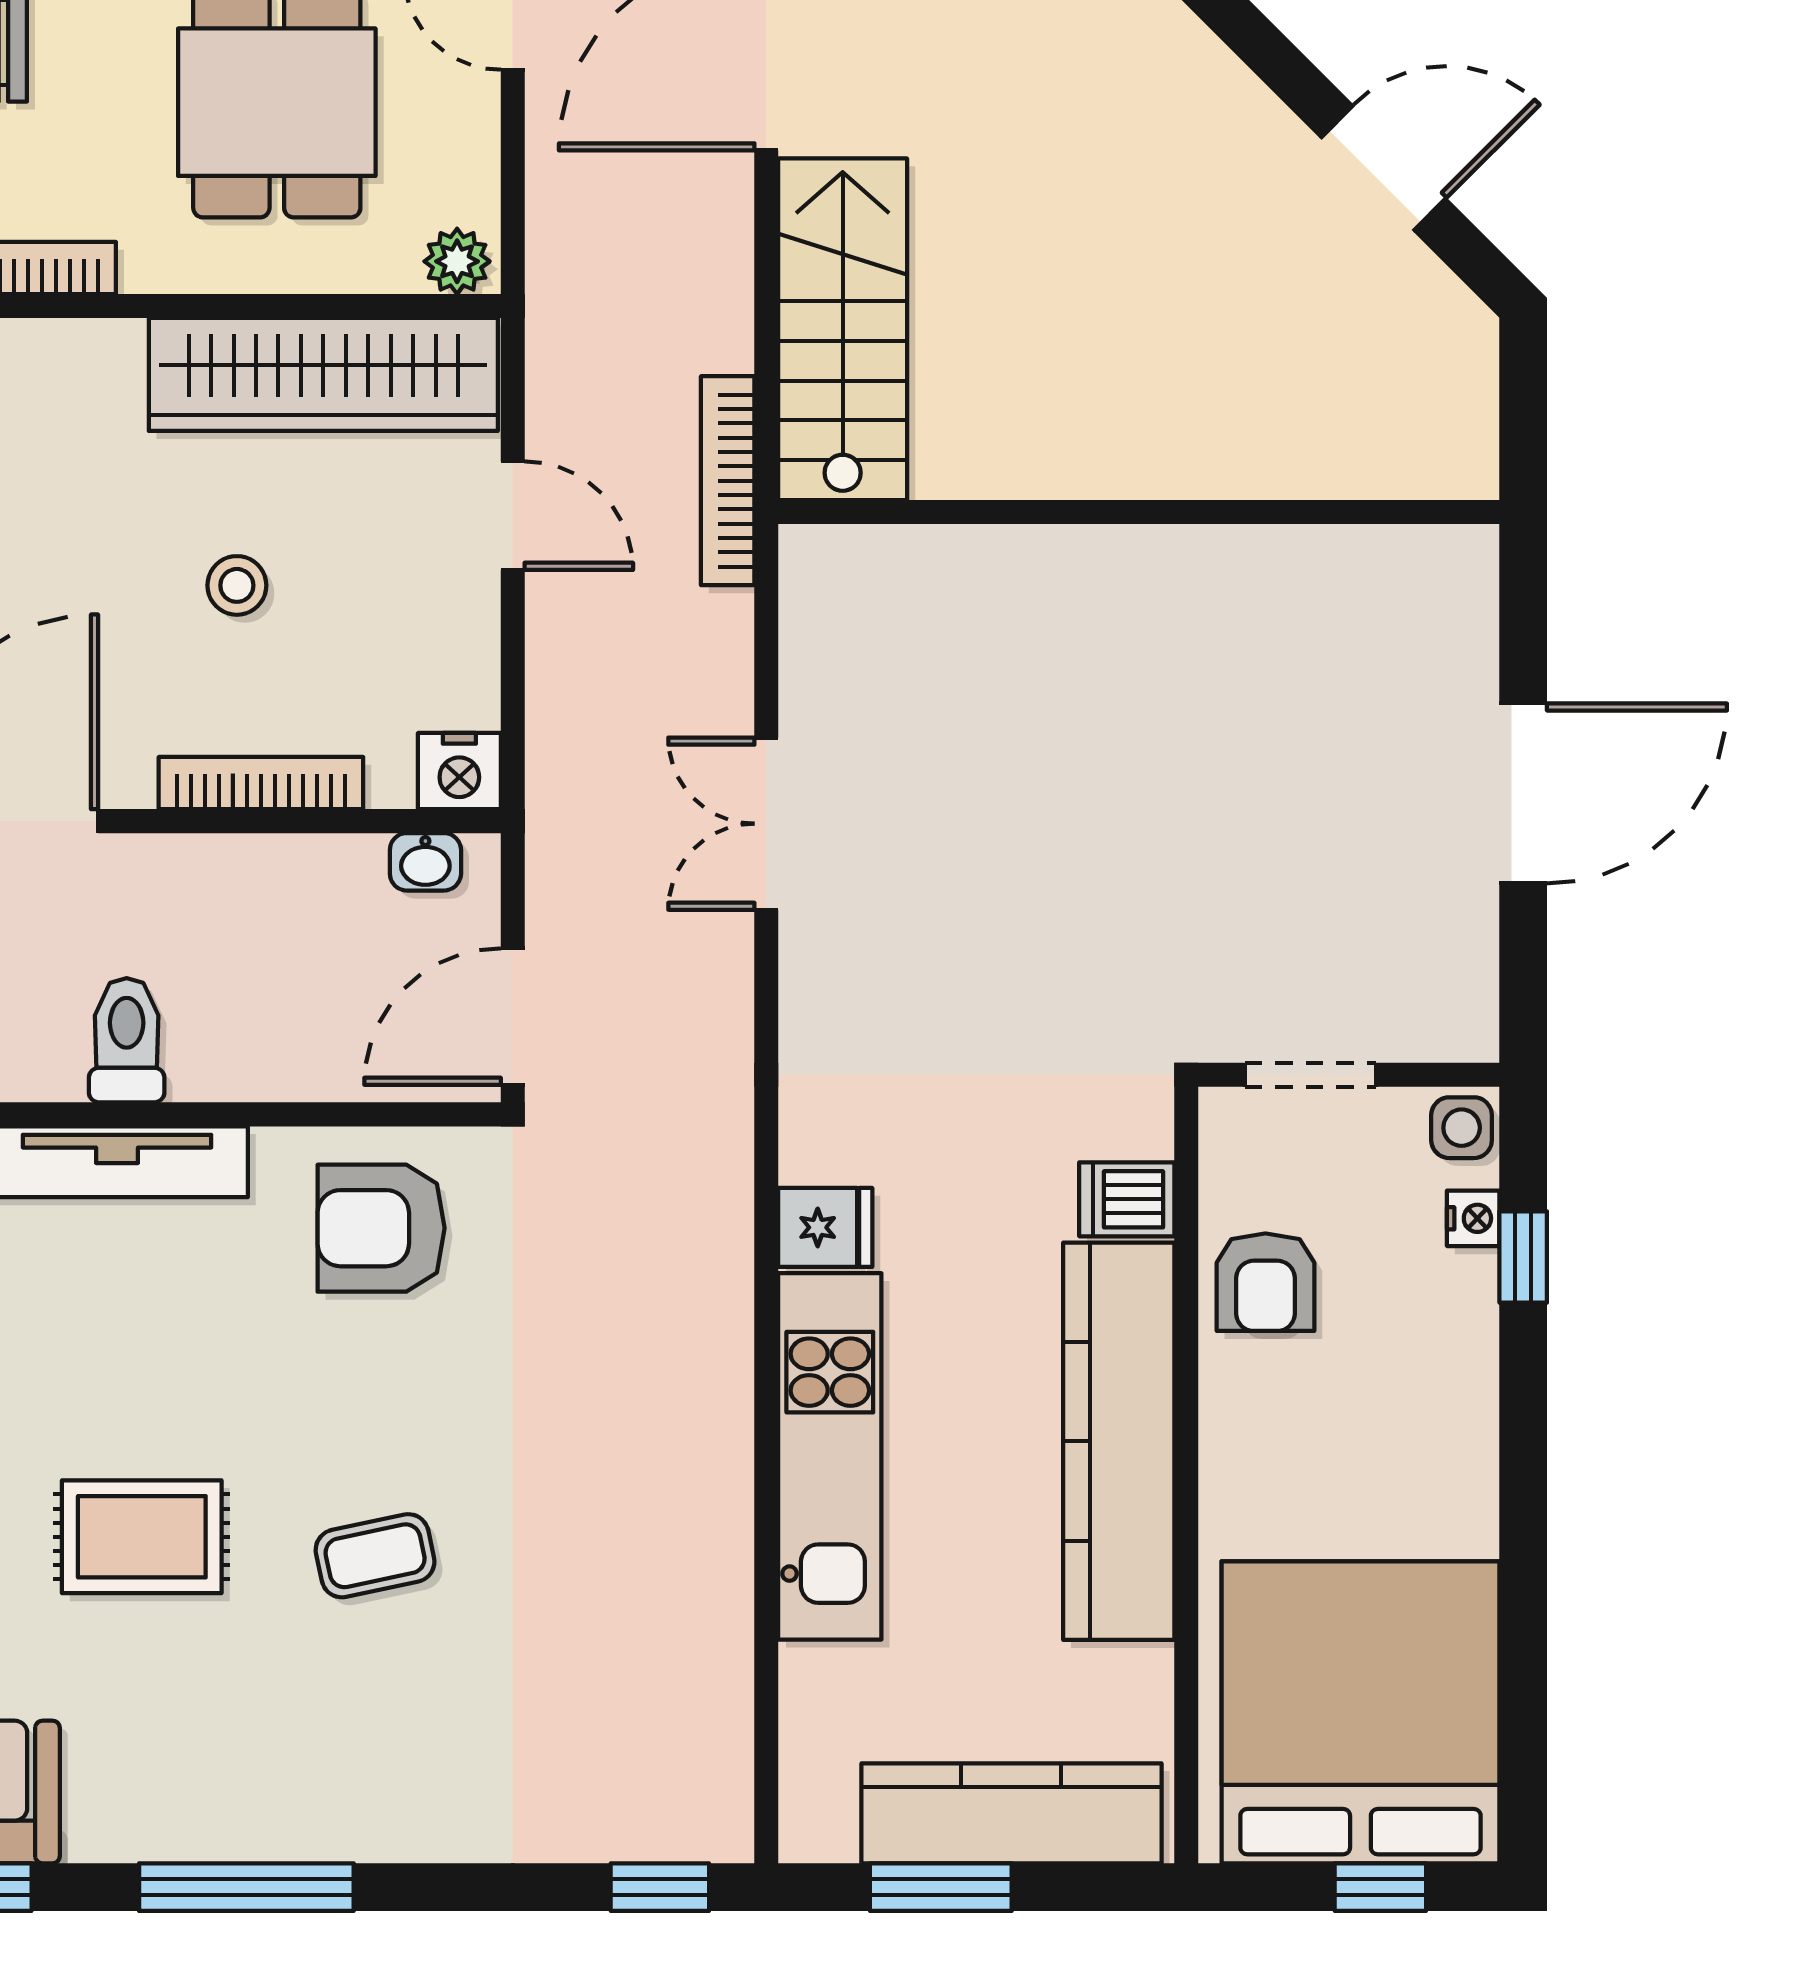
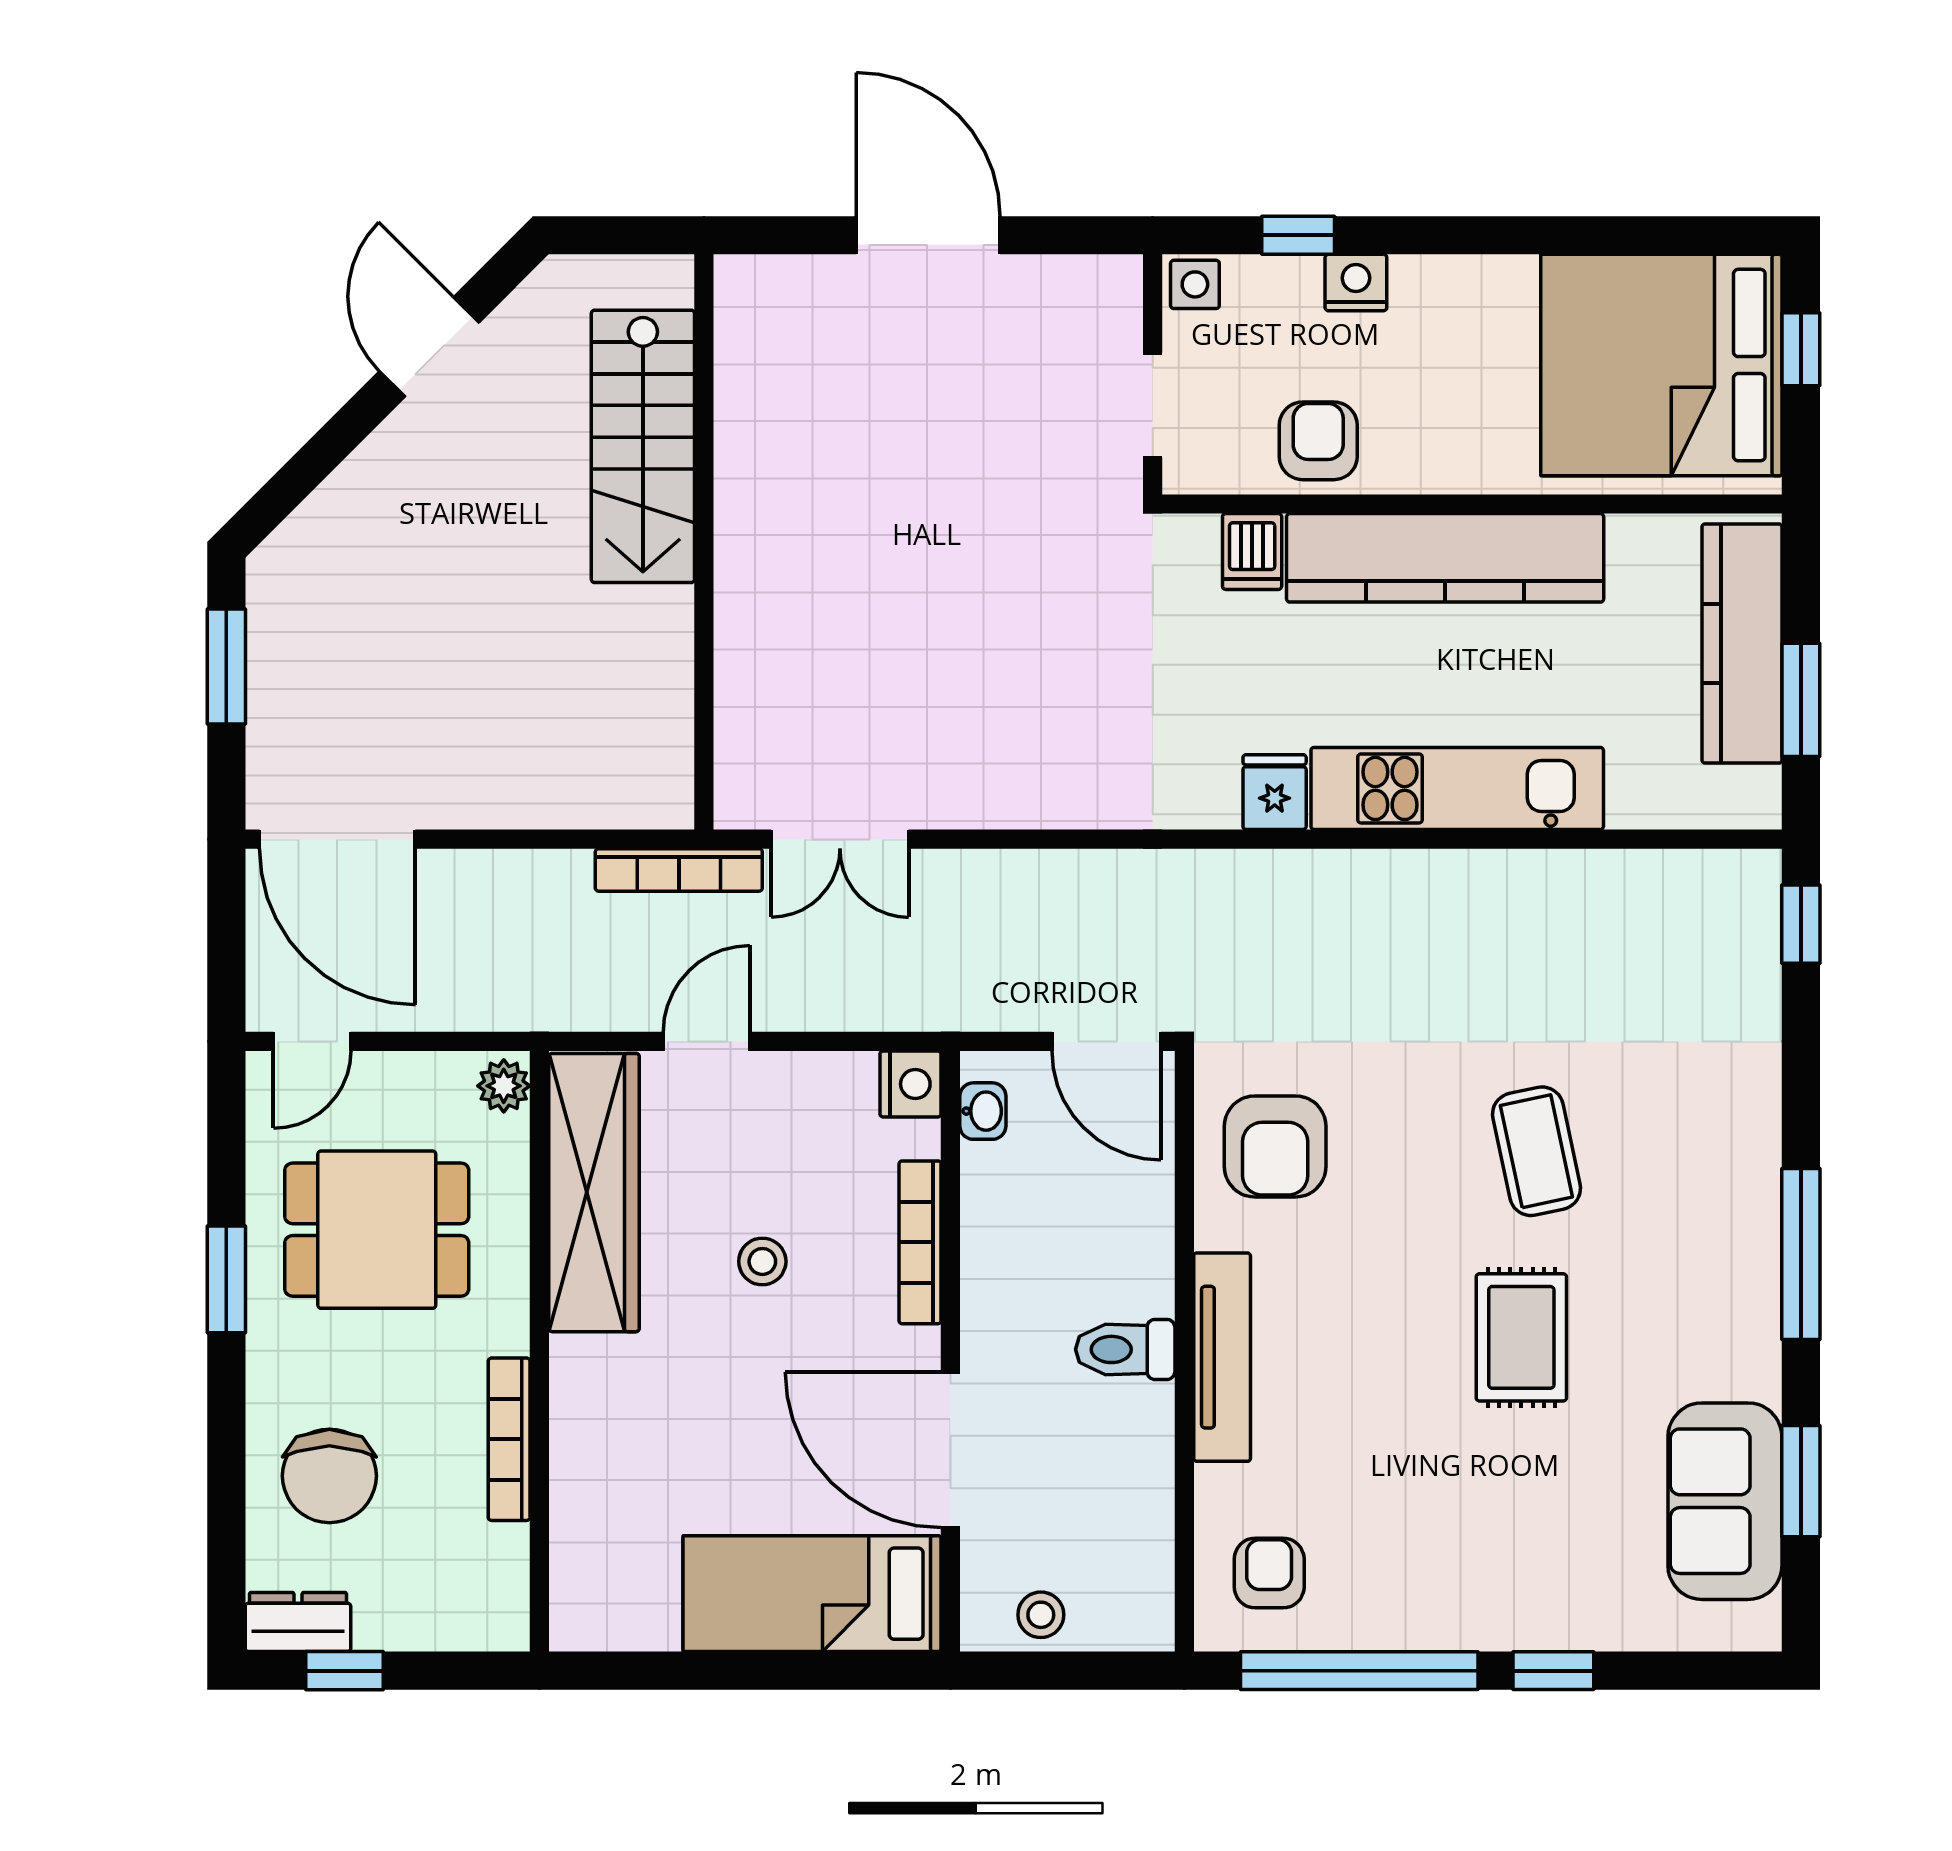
stairs: (843, 329) -> (643, 446), moved, turned -90
double door: (766, 824) -> (840, 839), moved
nightstand: (1473, 1218) -> (1356, 283), moved, width x1.39, depth x1.35
armchair: (1265, 1282) -> (1318, 441), turned -90
coffee table: (375, 1556) -> (1536, 1151), width x1.36, depth x1.30

